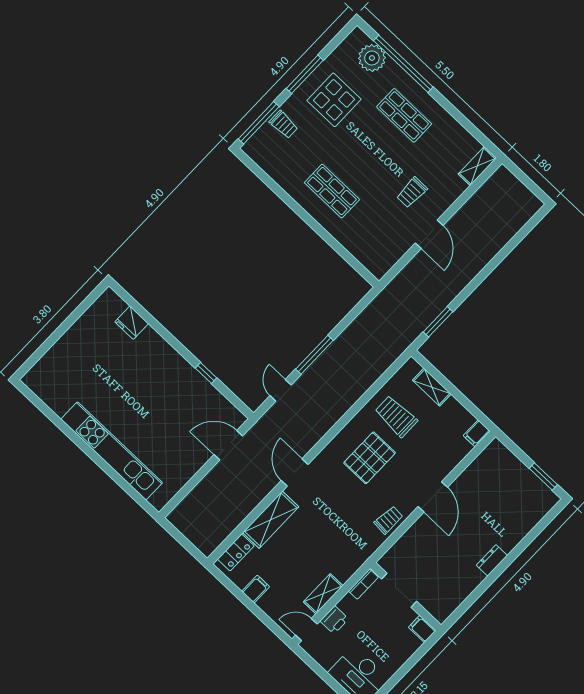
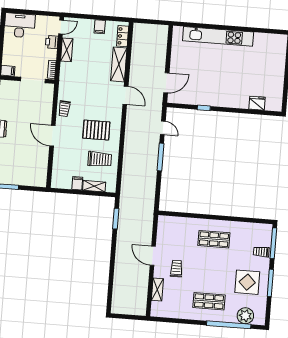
shelving: (477, 166) -> (157, 289), moved
filing cabinet: (477, 433) -> (77, 183), moved
pallet: (370, 458) -> (96, 130), turned 90

